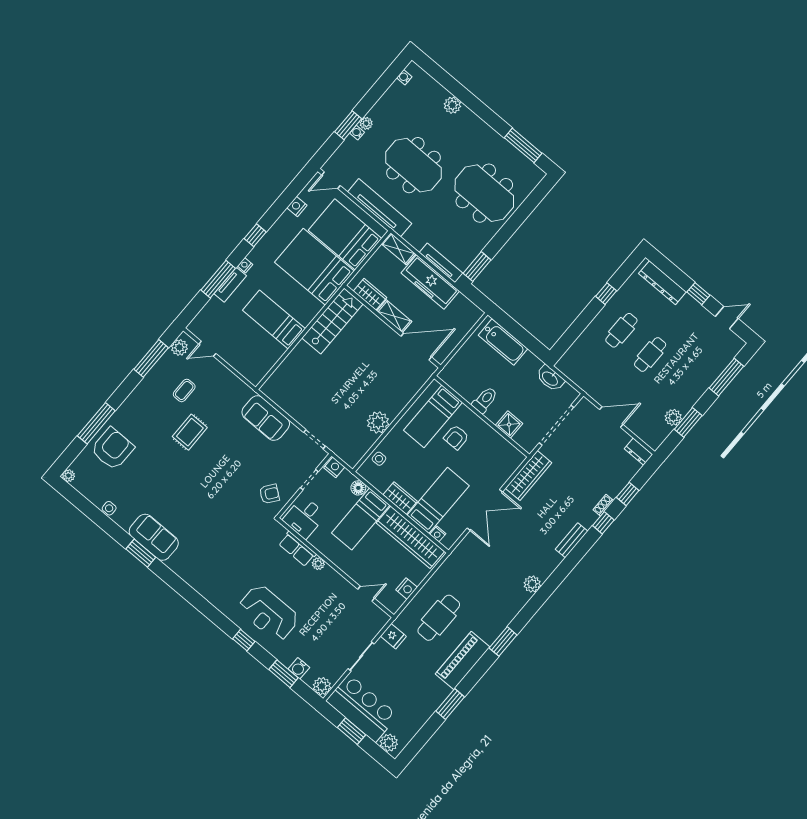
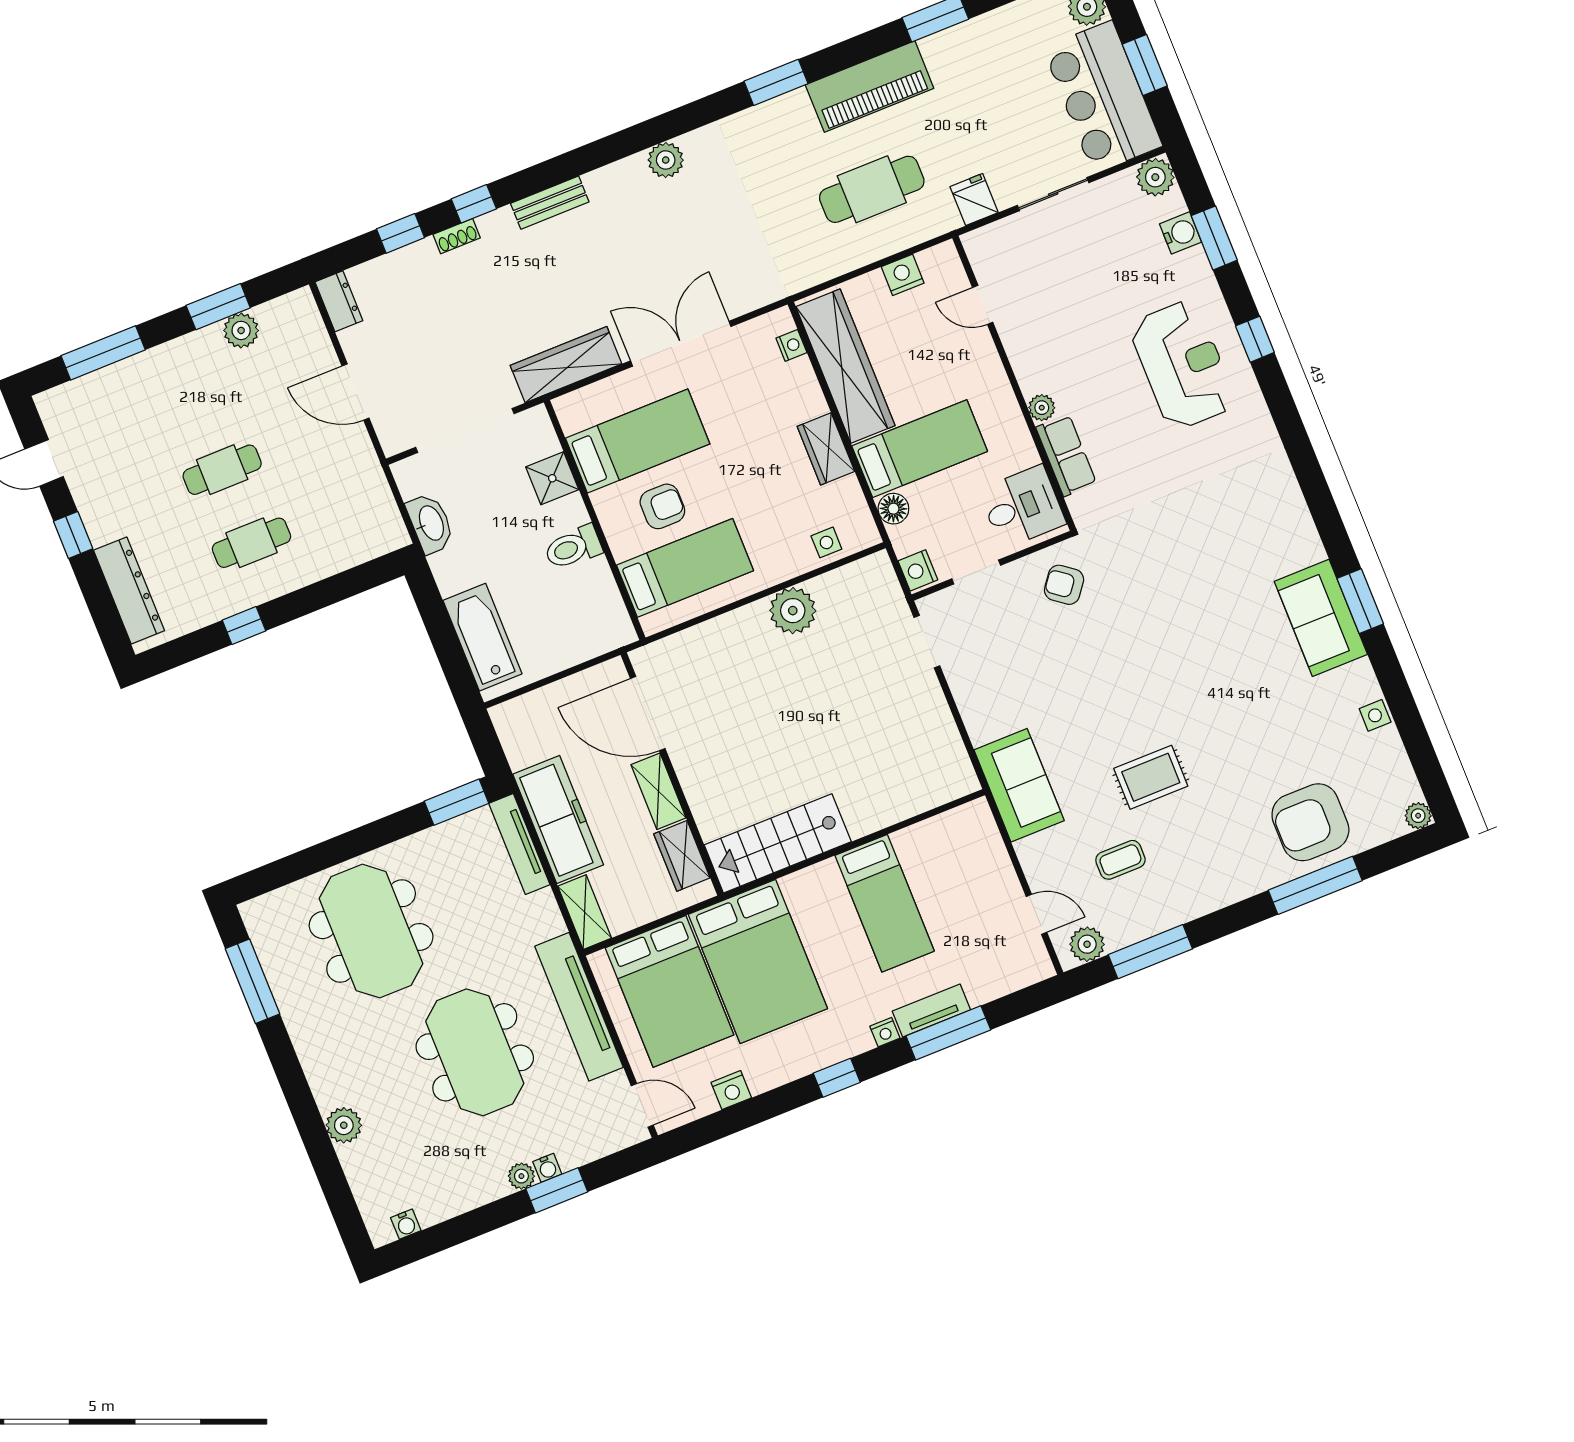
sofa: (266, 418) -> (1019, 785), moved
bed: (438, 500) -> (638, 441), moved, turned 180

